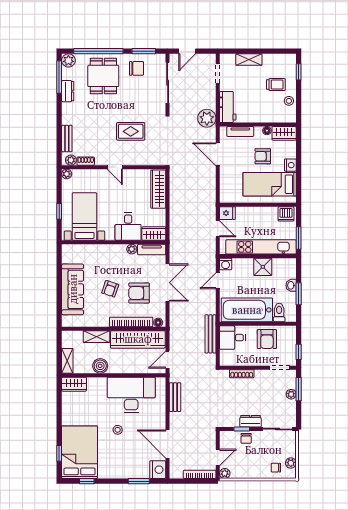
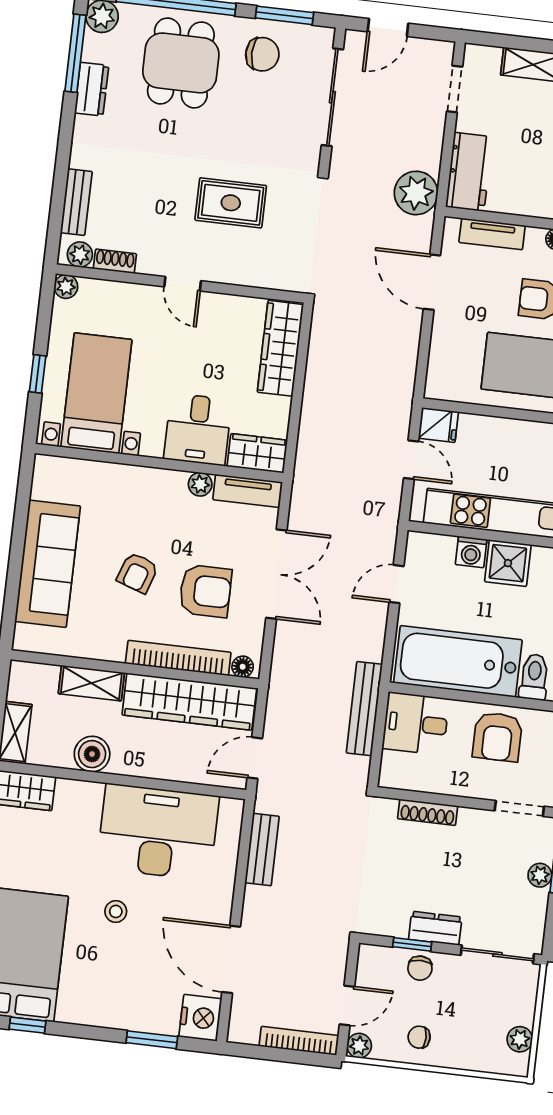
washing machine: (226, 264) -> (471, 552), moved
armchair: (139, 293) -> (205, 591), turned 180
chair: (276, 468) -> (419, 1037), moved

